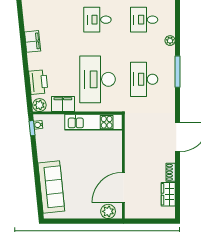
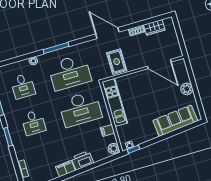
desk: (144, 79) -> (70, 72), width x1.36, depth x1.30
printer: (38, 82) -> (82, 160), moved
filing cabinet: (63, 104) -> (107, 130), width x0.50
rug: (141, 138) -> (117, 62), added
plant: (108, 211) -> (187, 89), moved

